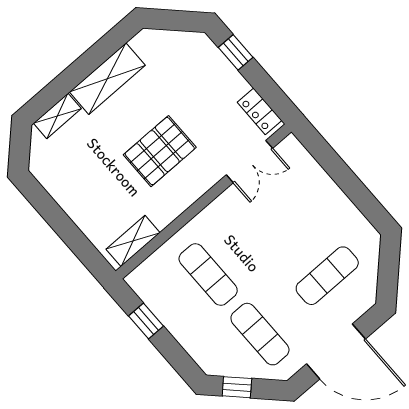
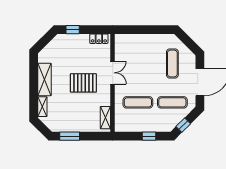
pallet: (160, 151) -> (83, 83), turned 90
double door: (249, 162) -> (113, 73), moved
window: (47, 207) -> (70, 136), added
window: (146, 321) -> (149, 136), moved

